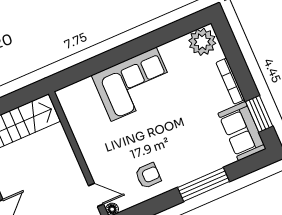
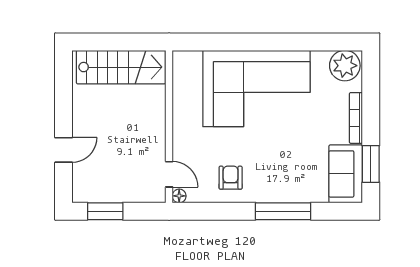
corner sofa: (134, 84) -> (256, 88), width x1.36, depth x1.36
armchair: (148, 176) -> (231, 178), turned -90

